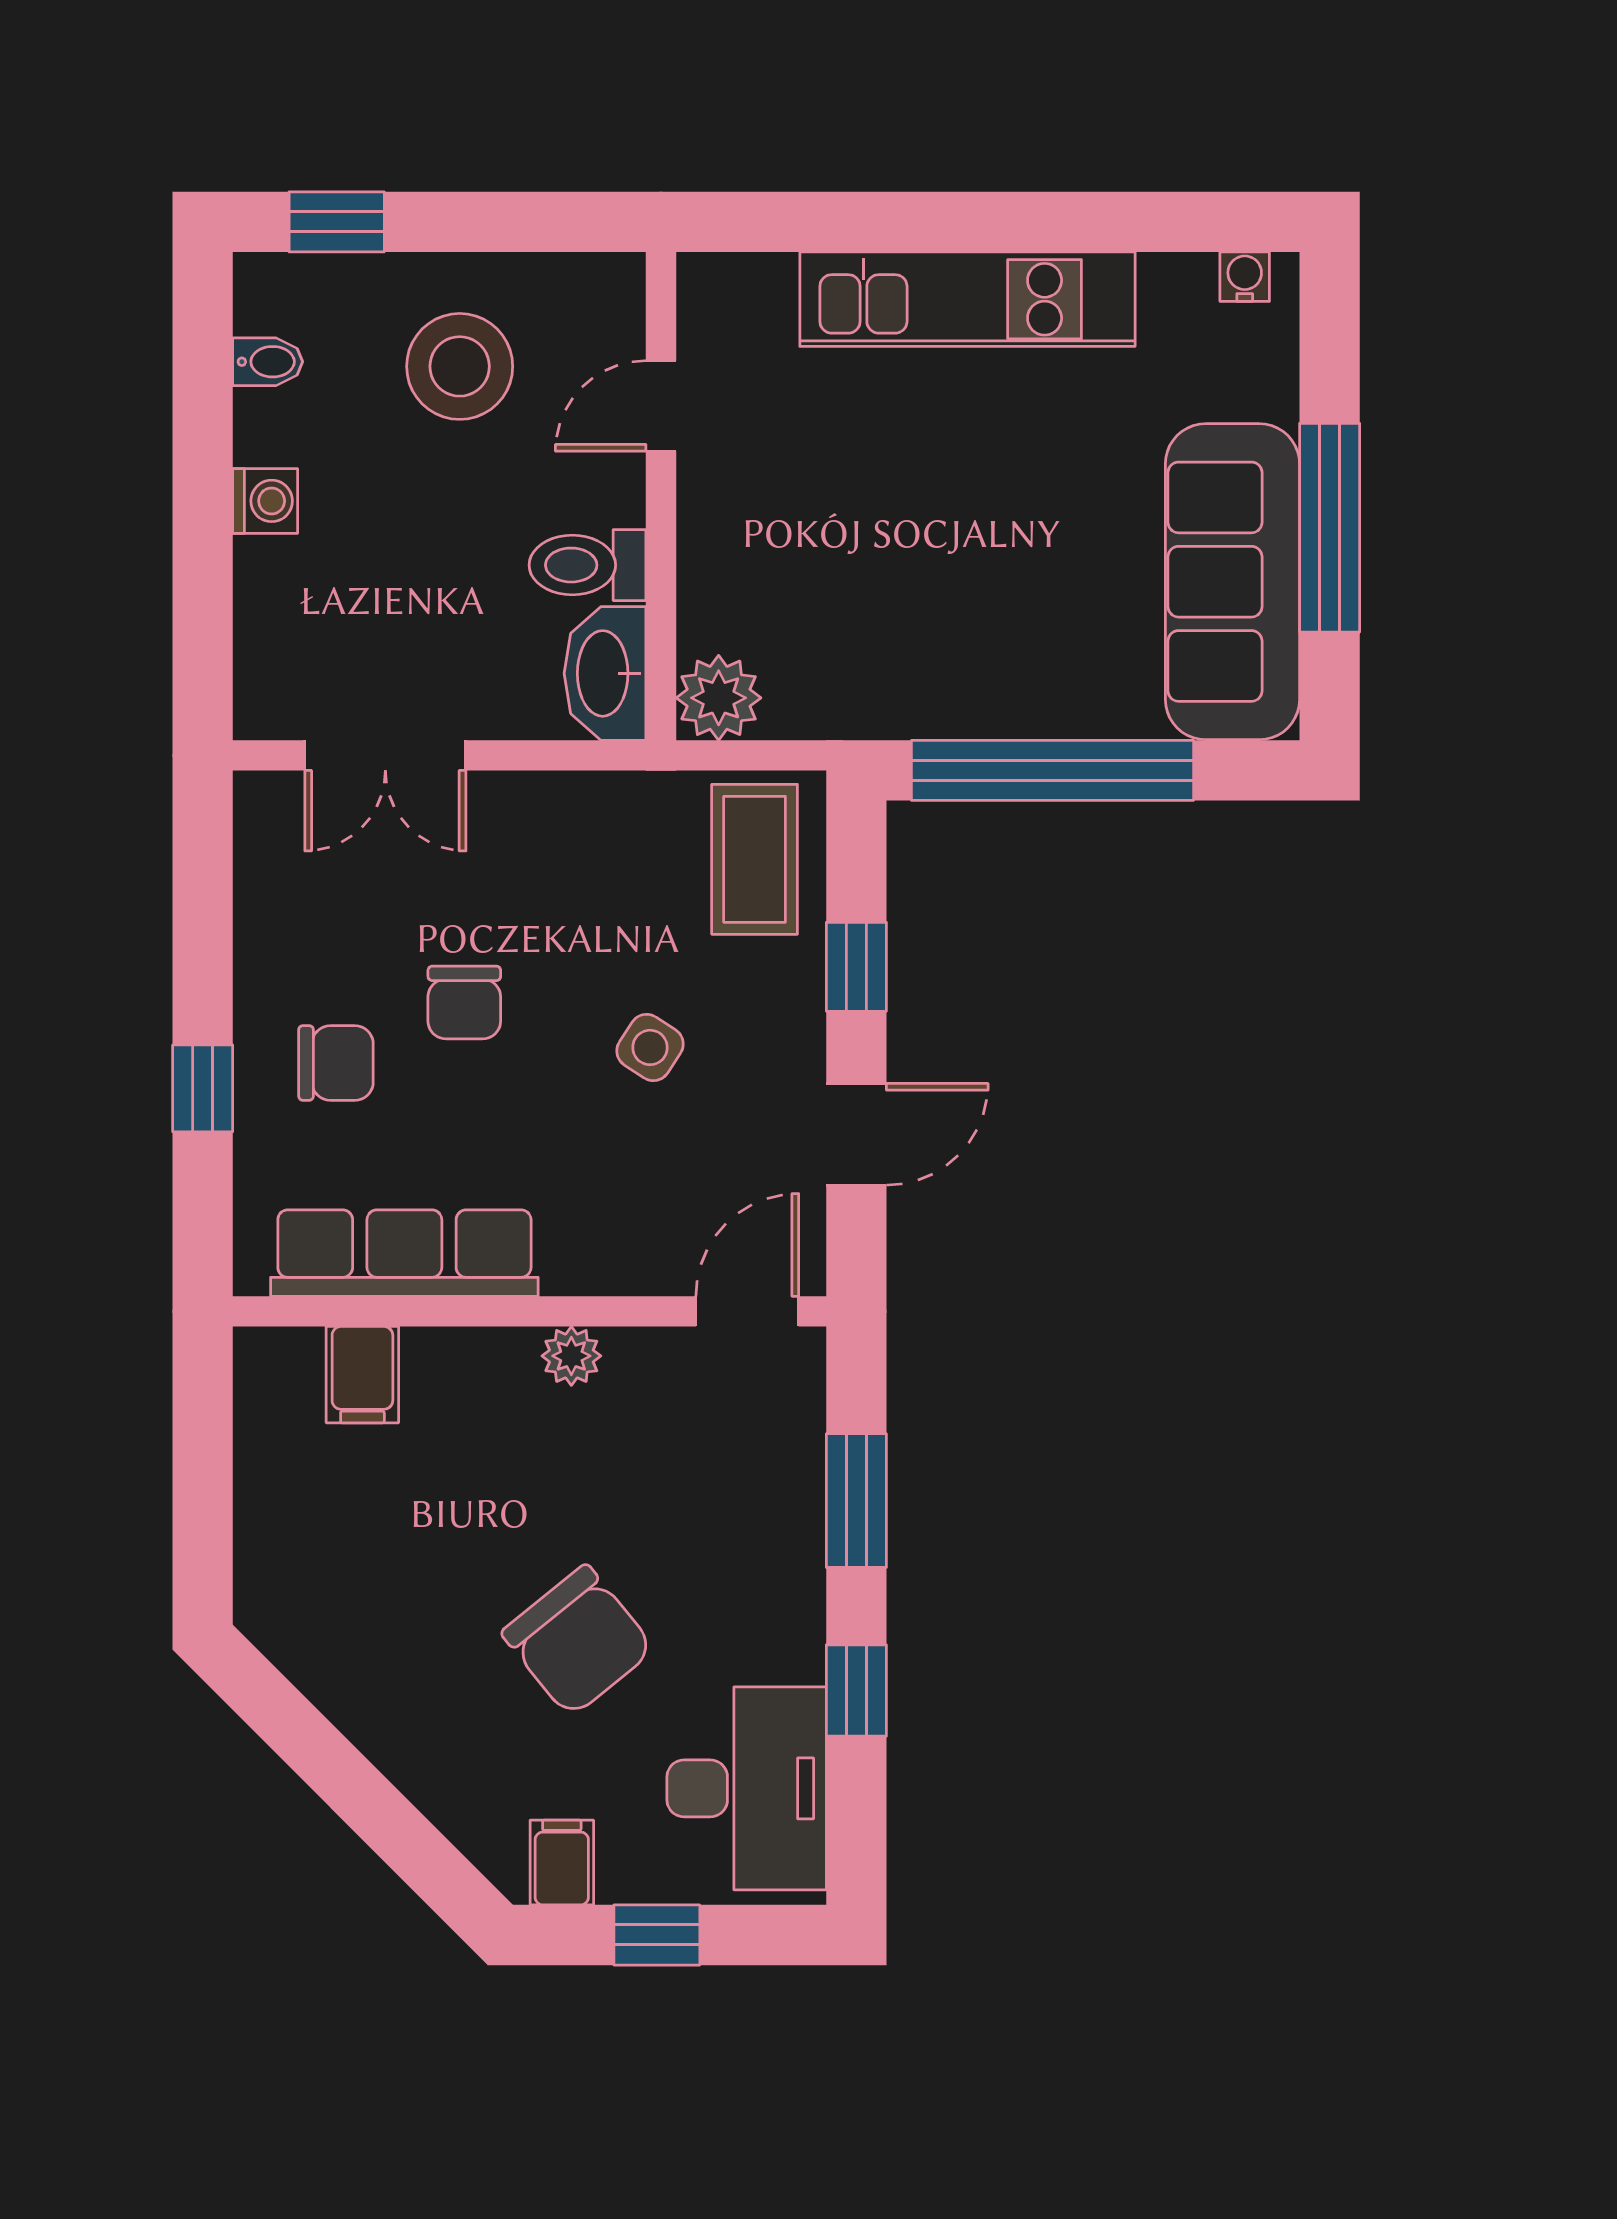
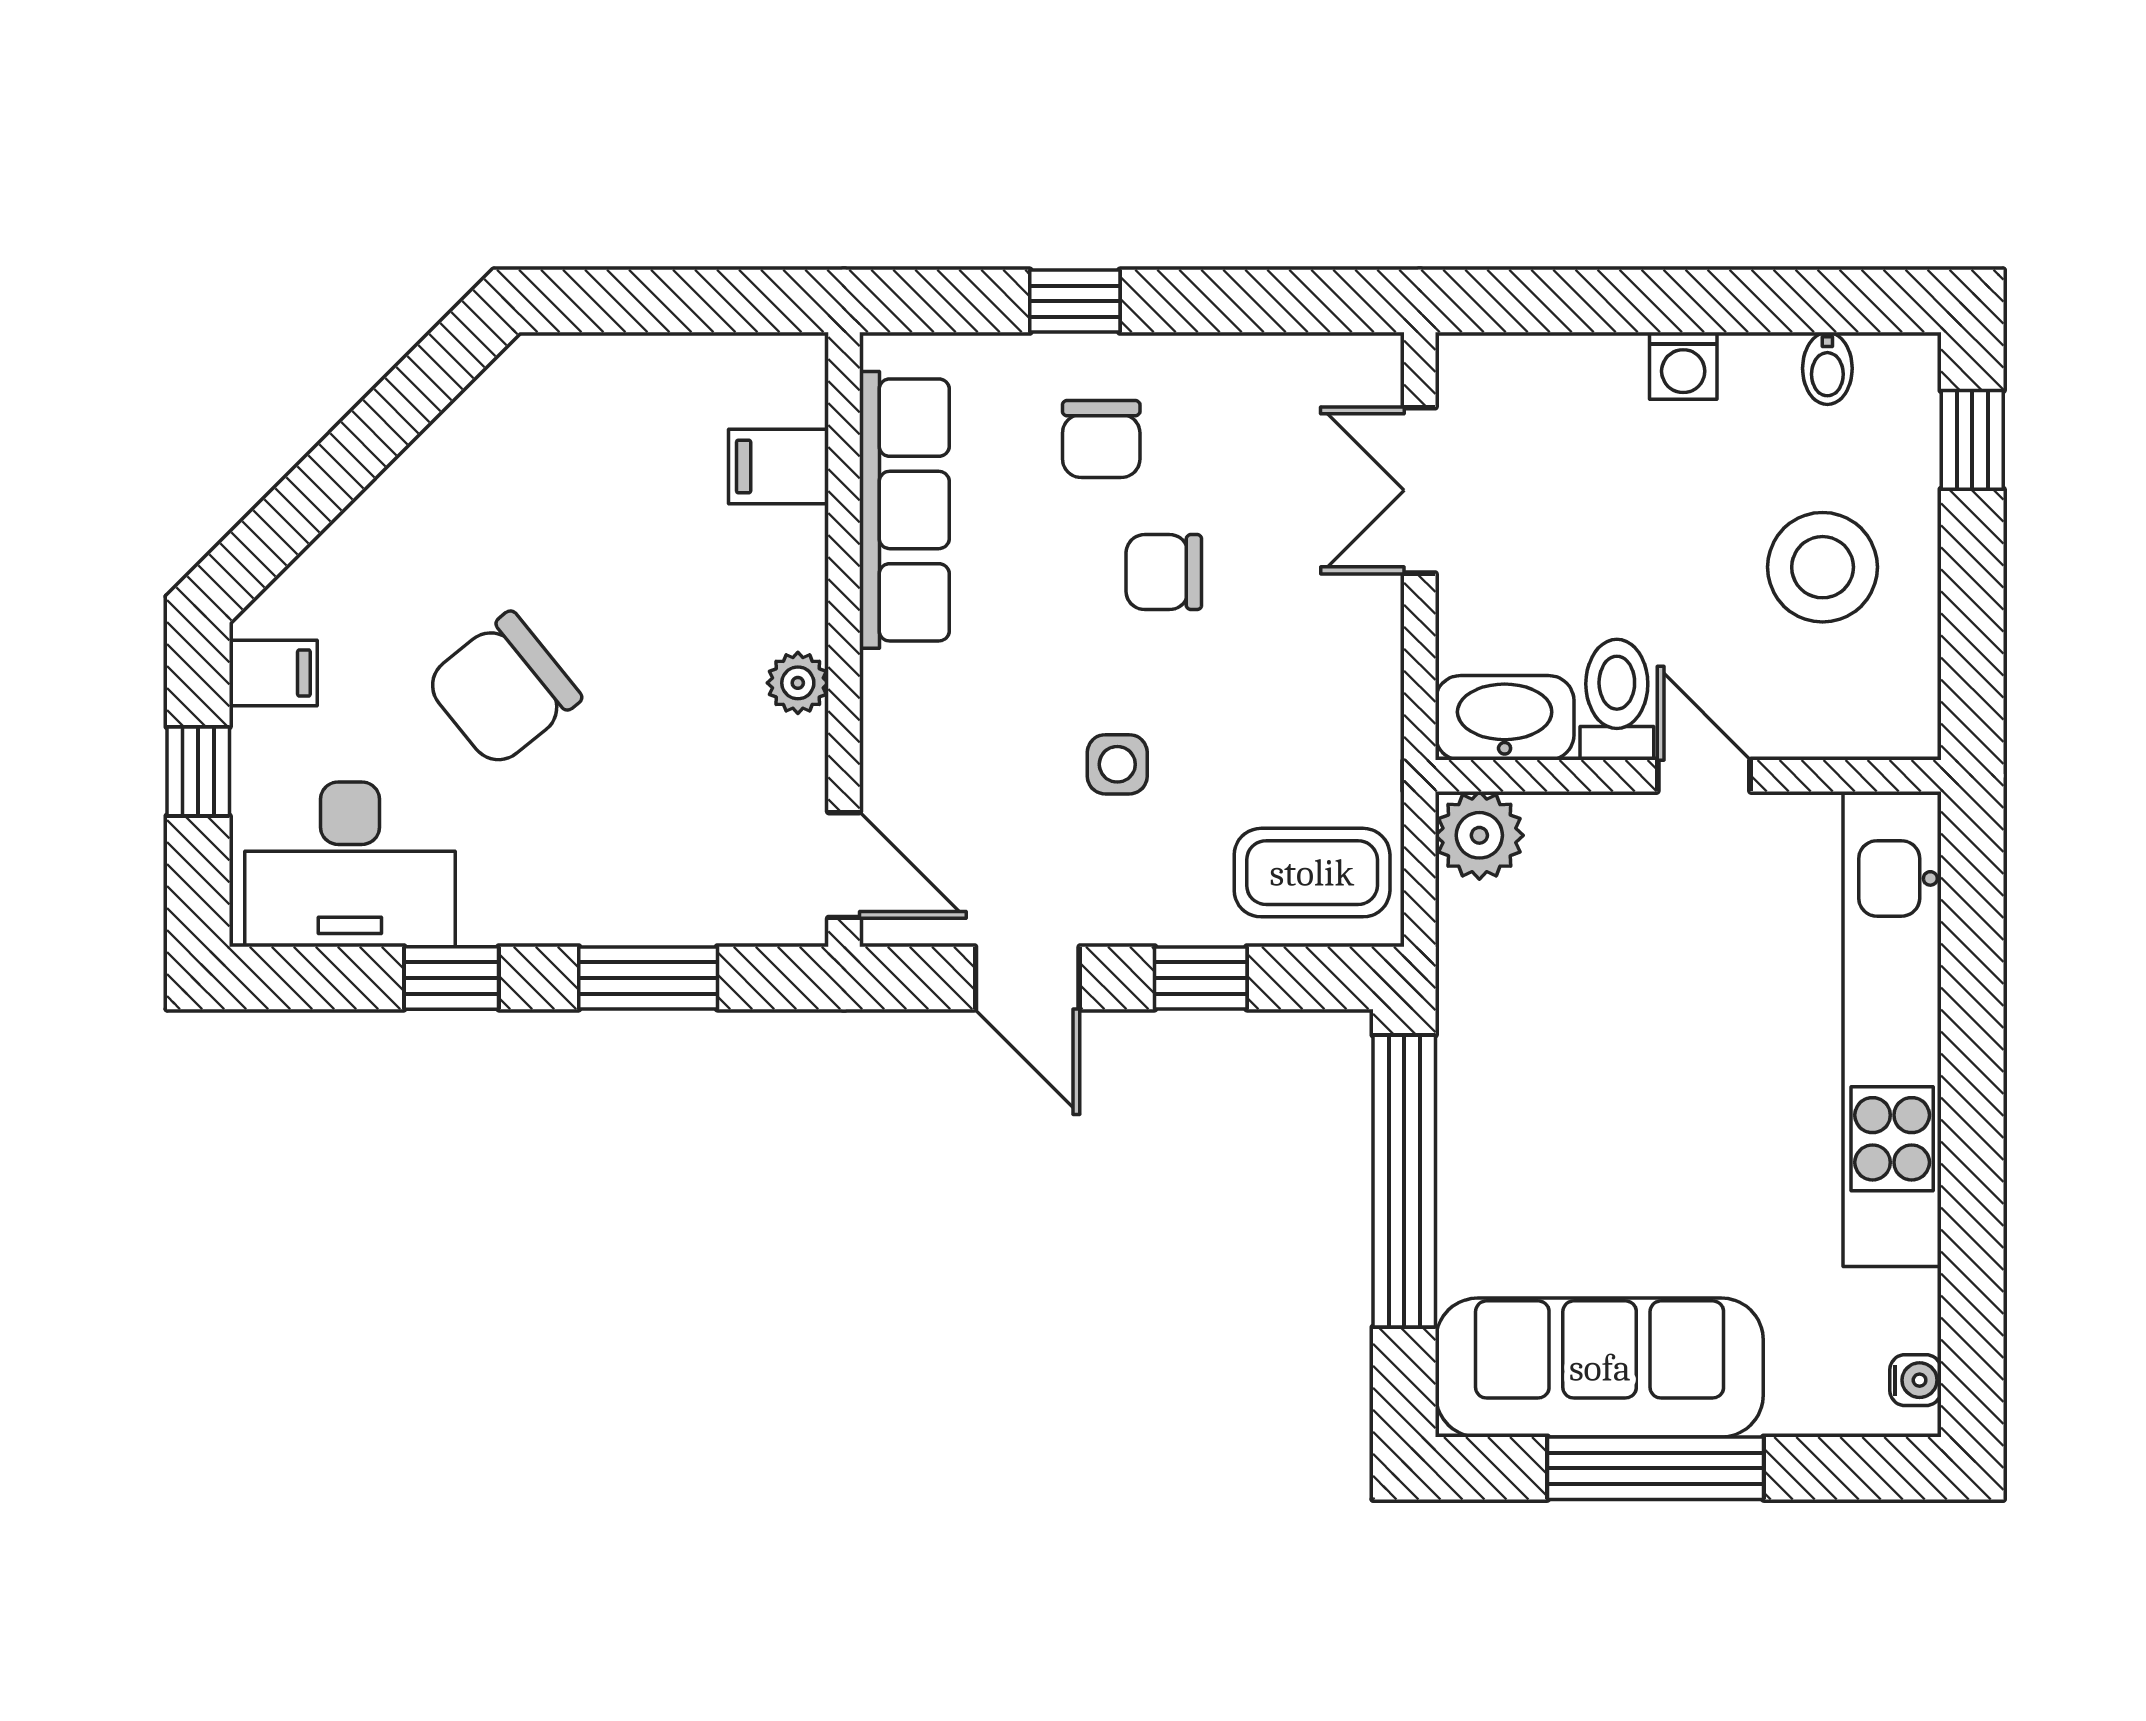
kitchen unit: (967, 299) -> (1892, 1030), width x1.36
door: (661, 406) -> (1704, 776), moved
side table: (650, 1047) -> (1117, 764), turned -33

